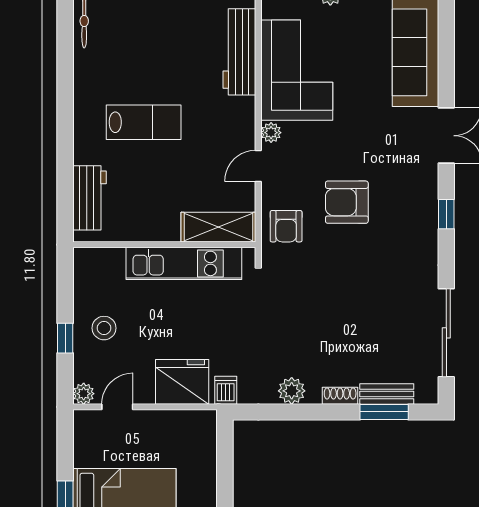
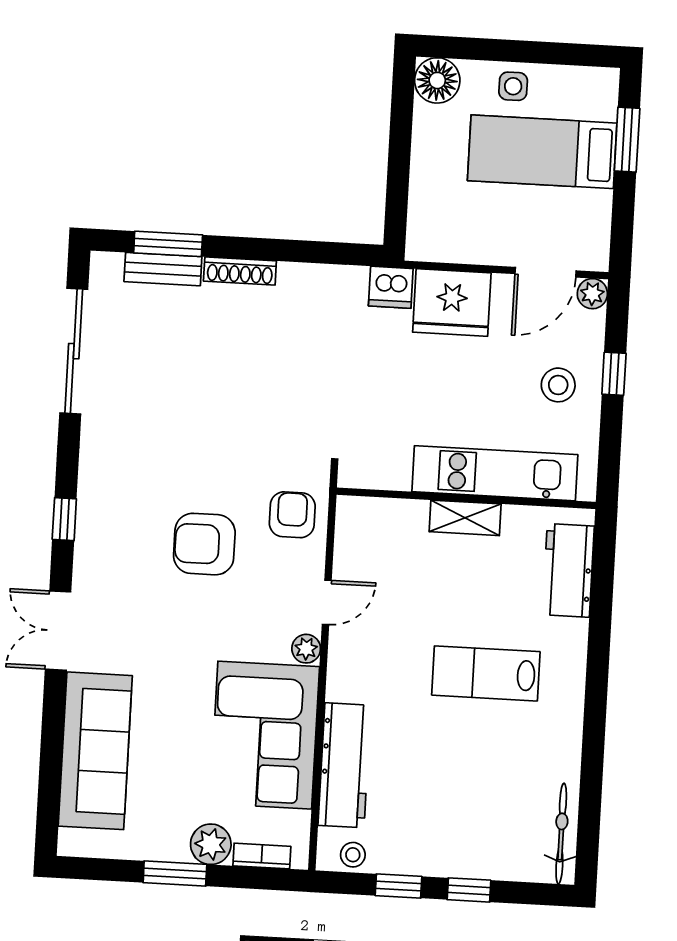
armchair: (347, 202) -> (204, 544), turned 180
shelving: (218, 227) -> (465, 518), moved, width x0.67, depth x0.75
kitchen unit: (184, 263) -> (495, 473), moved
dishwasher: (226, 390) -> (391, 287), width x1.38
plant: (292, 391) -> (297, 281), removed
shoe rack: (340, 396) -> (240, 271), width x1.43
door: (117, 407) -> (546, 272), width x1.38

